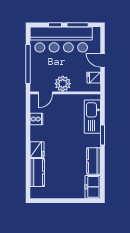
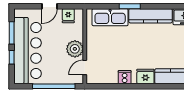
door: (45, 93) -> (85, 67), swing flipped
cooker: (36, 119) -> (125, 77), moved
kitchen counter: (94, 161) -> (151, 16), width x1.50

